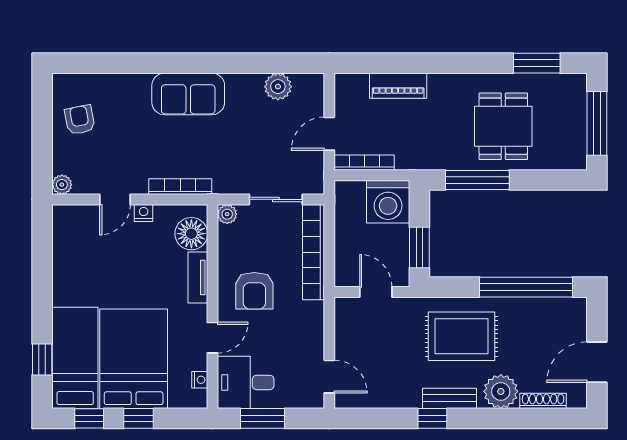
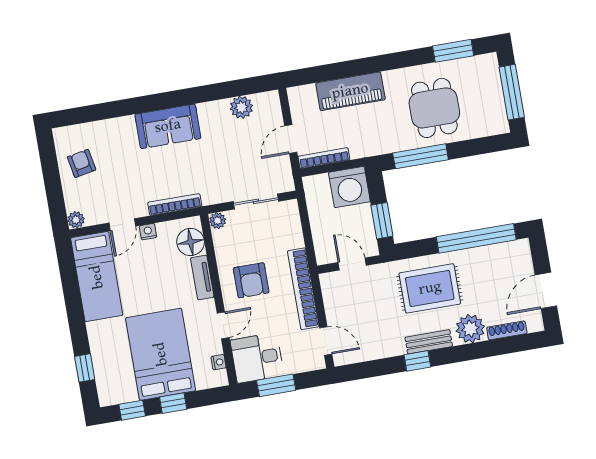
piano: (398, 86) -> (350, 91), width x1.37, depth x1.33
bookcase: (314, 252) -> (303, 289), moved
bed: (75, 358) -> (97, 277), moved, turned 180

